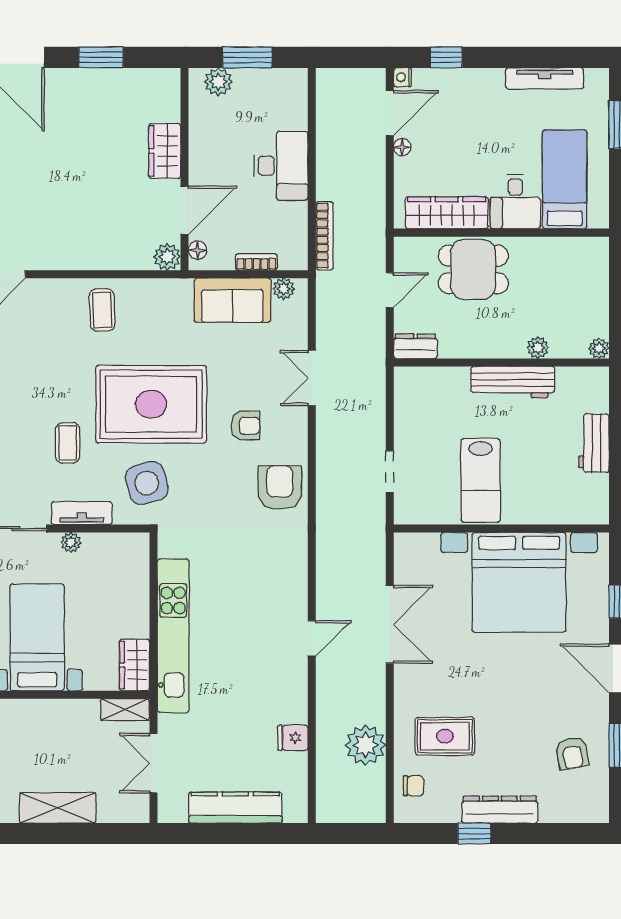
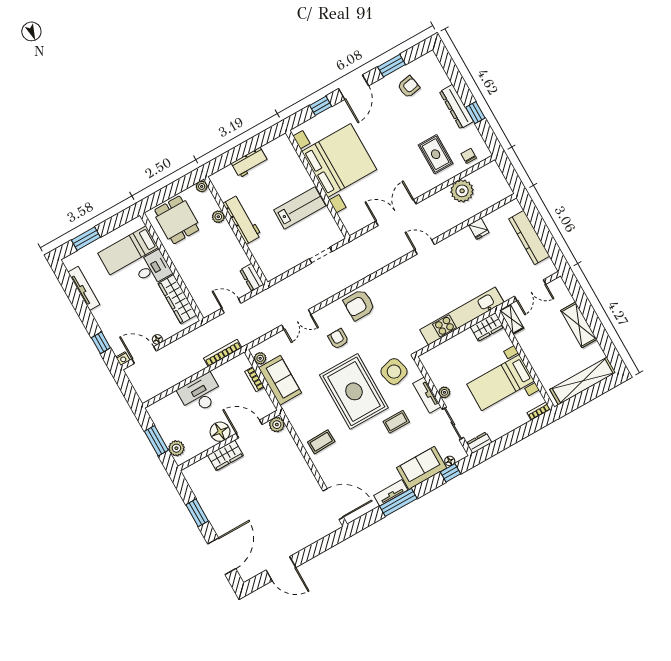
floor lamp: (198, 250) -> (220, 432), moved, width x1.89, depth x1.89
dining table: (473, 269) -> (177, 220), moved

